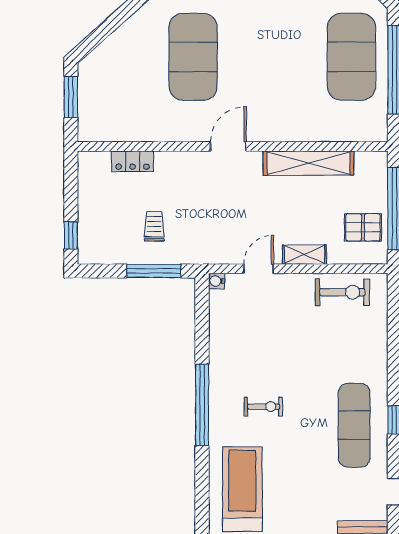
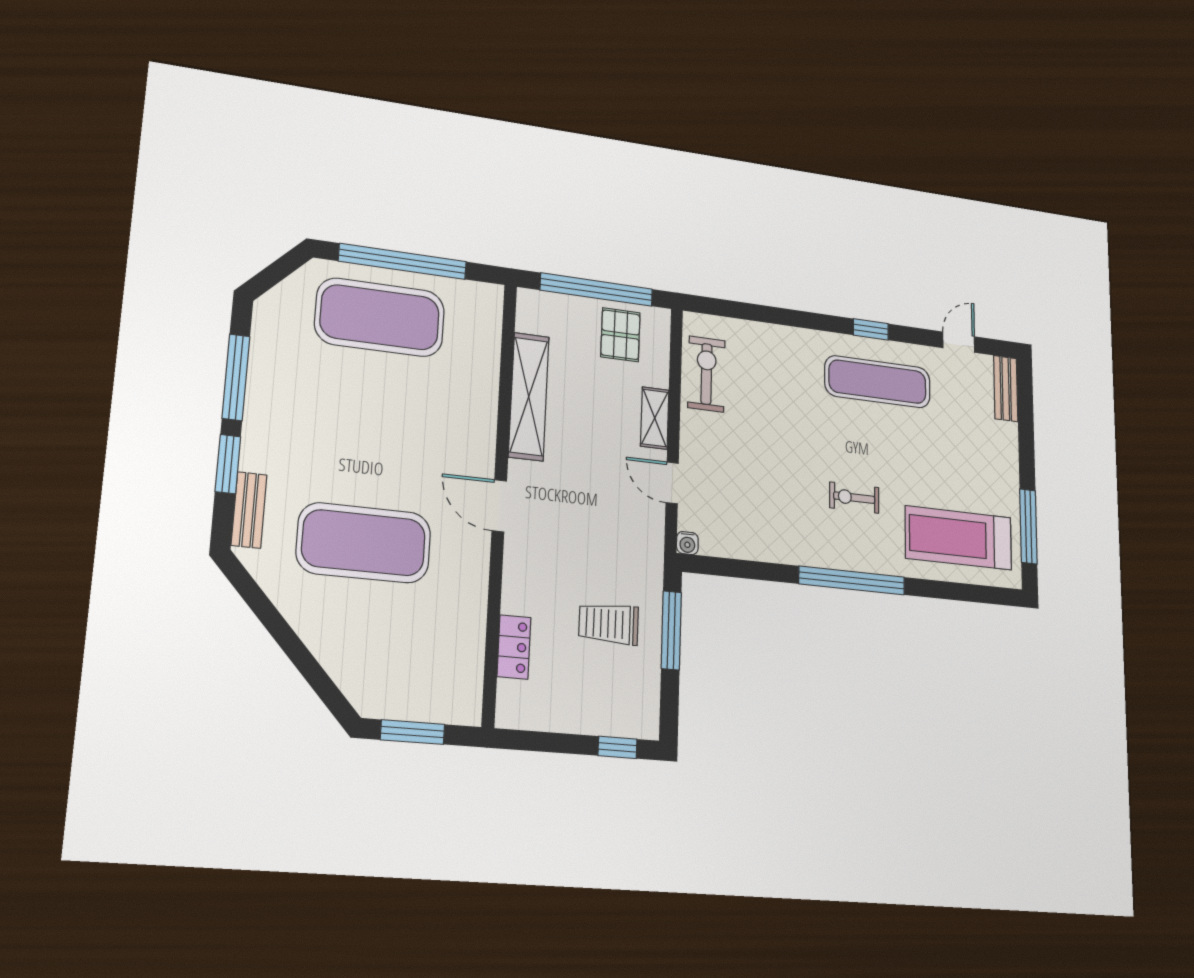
trolley: (154, 226) -> (609, 624), width x1.36, depth x1.39
exercise bike: (263, 407) -> (854, 498), turned -90

